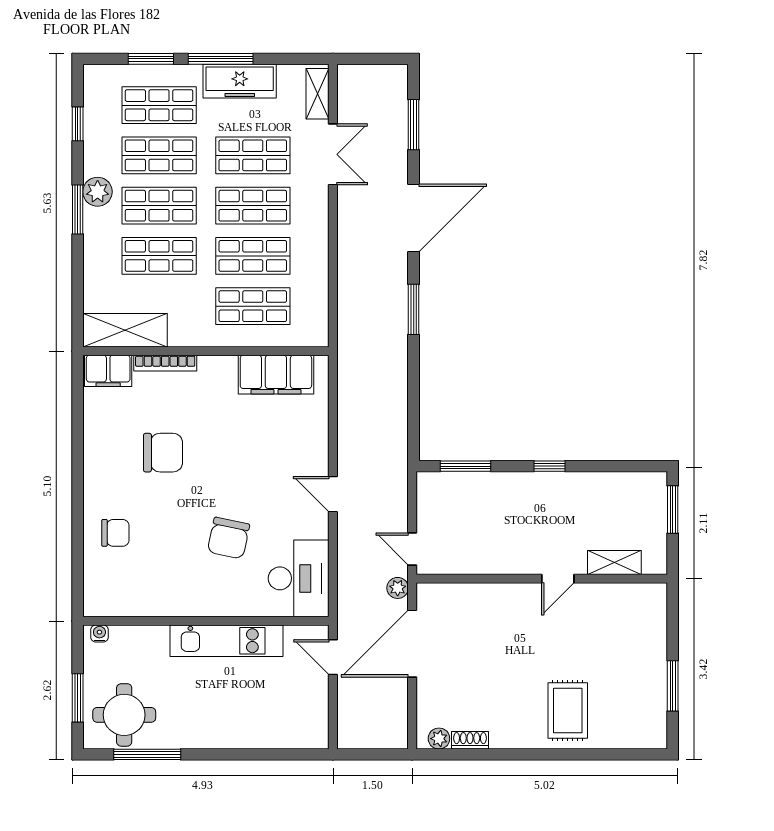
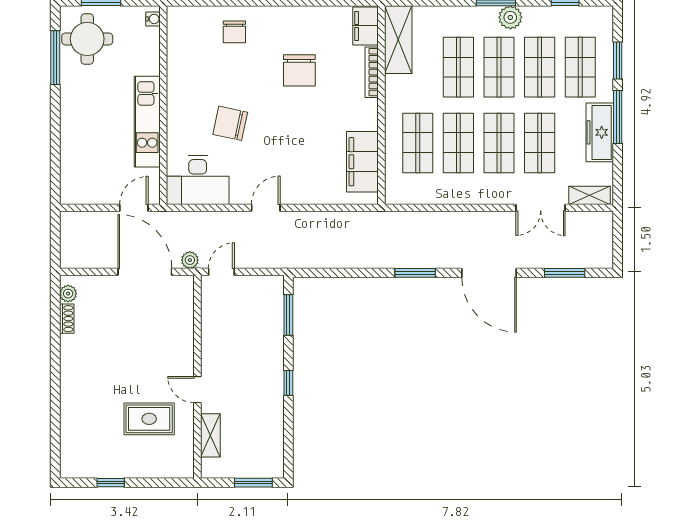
window: (673, 686) -> (111, 483), width x0.67
rug: (568, 710) -> (149, 419), moved

